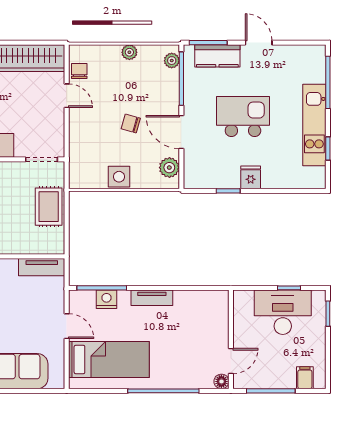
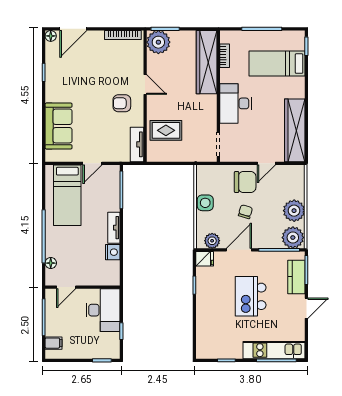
plant: (129, 52) -> (294, 211), width x1.87, depth x1.87
plant: (172, 61) -> (293, 238), width x1.88, depth x1.88
chair: (79, 71) -> (245, 182), moved, width x1.87, depth x1.87
kitchen island: (243, 117) -> (251, 296), turned 180
kitchen unit: (314, 125) -> (274, 350), moved
fridge: (251, 177) -> (205, 259), moved
rug: (49, 207) -> (166, 130), moved
nightstand: (106, 299) -> (113, 252), moved
desk: (283, 312) -> (103, 310), moved
door: (231, 361) -> (66, 287), hinge flipped
floor lamp: (221, 381) -> (51, 263), moved

